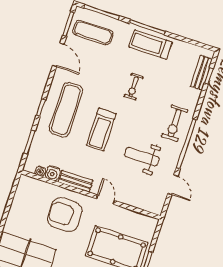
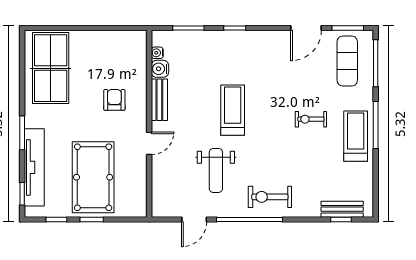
exercise bike: (134, 87) -> (311, 119), moved
exercise mat: (66, 110) -> (242, 59), removed
treadmill: (101, 129) -> (233, 110), turned 90
weight bench: (142, 157) -> (216, 170), turned 180
armchair: (65, 215) -> (114, 100), width x0.53, depth x0.53

